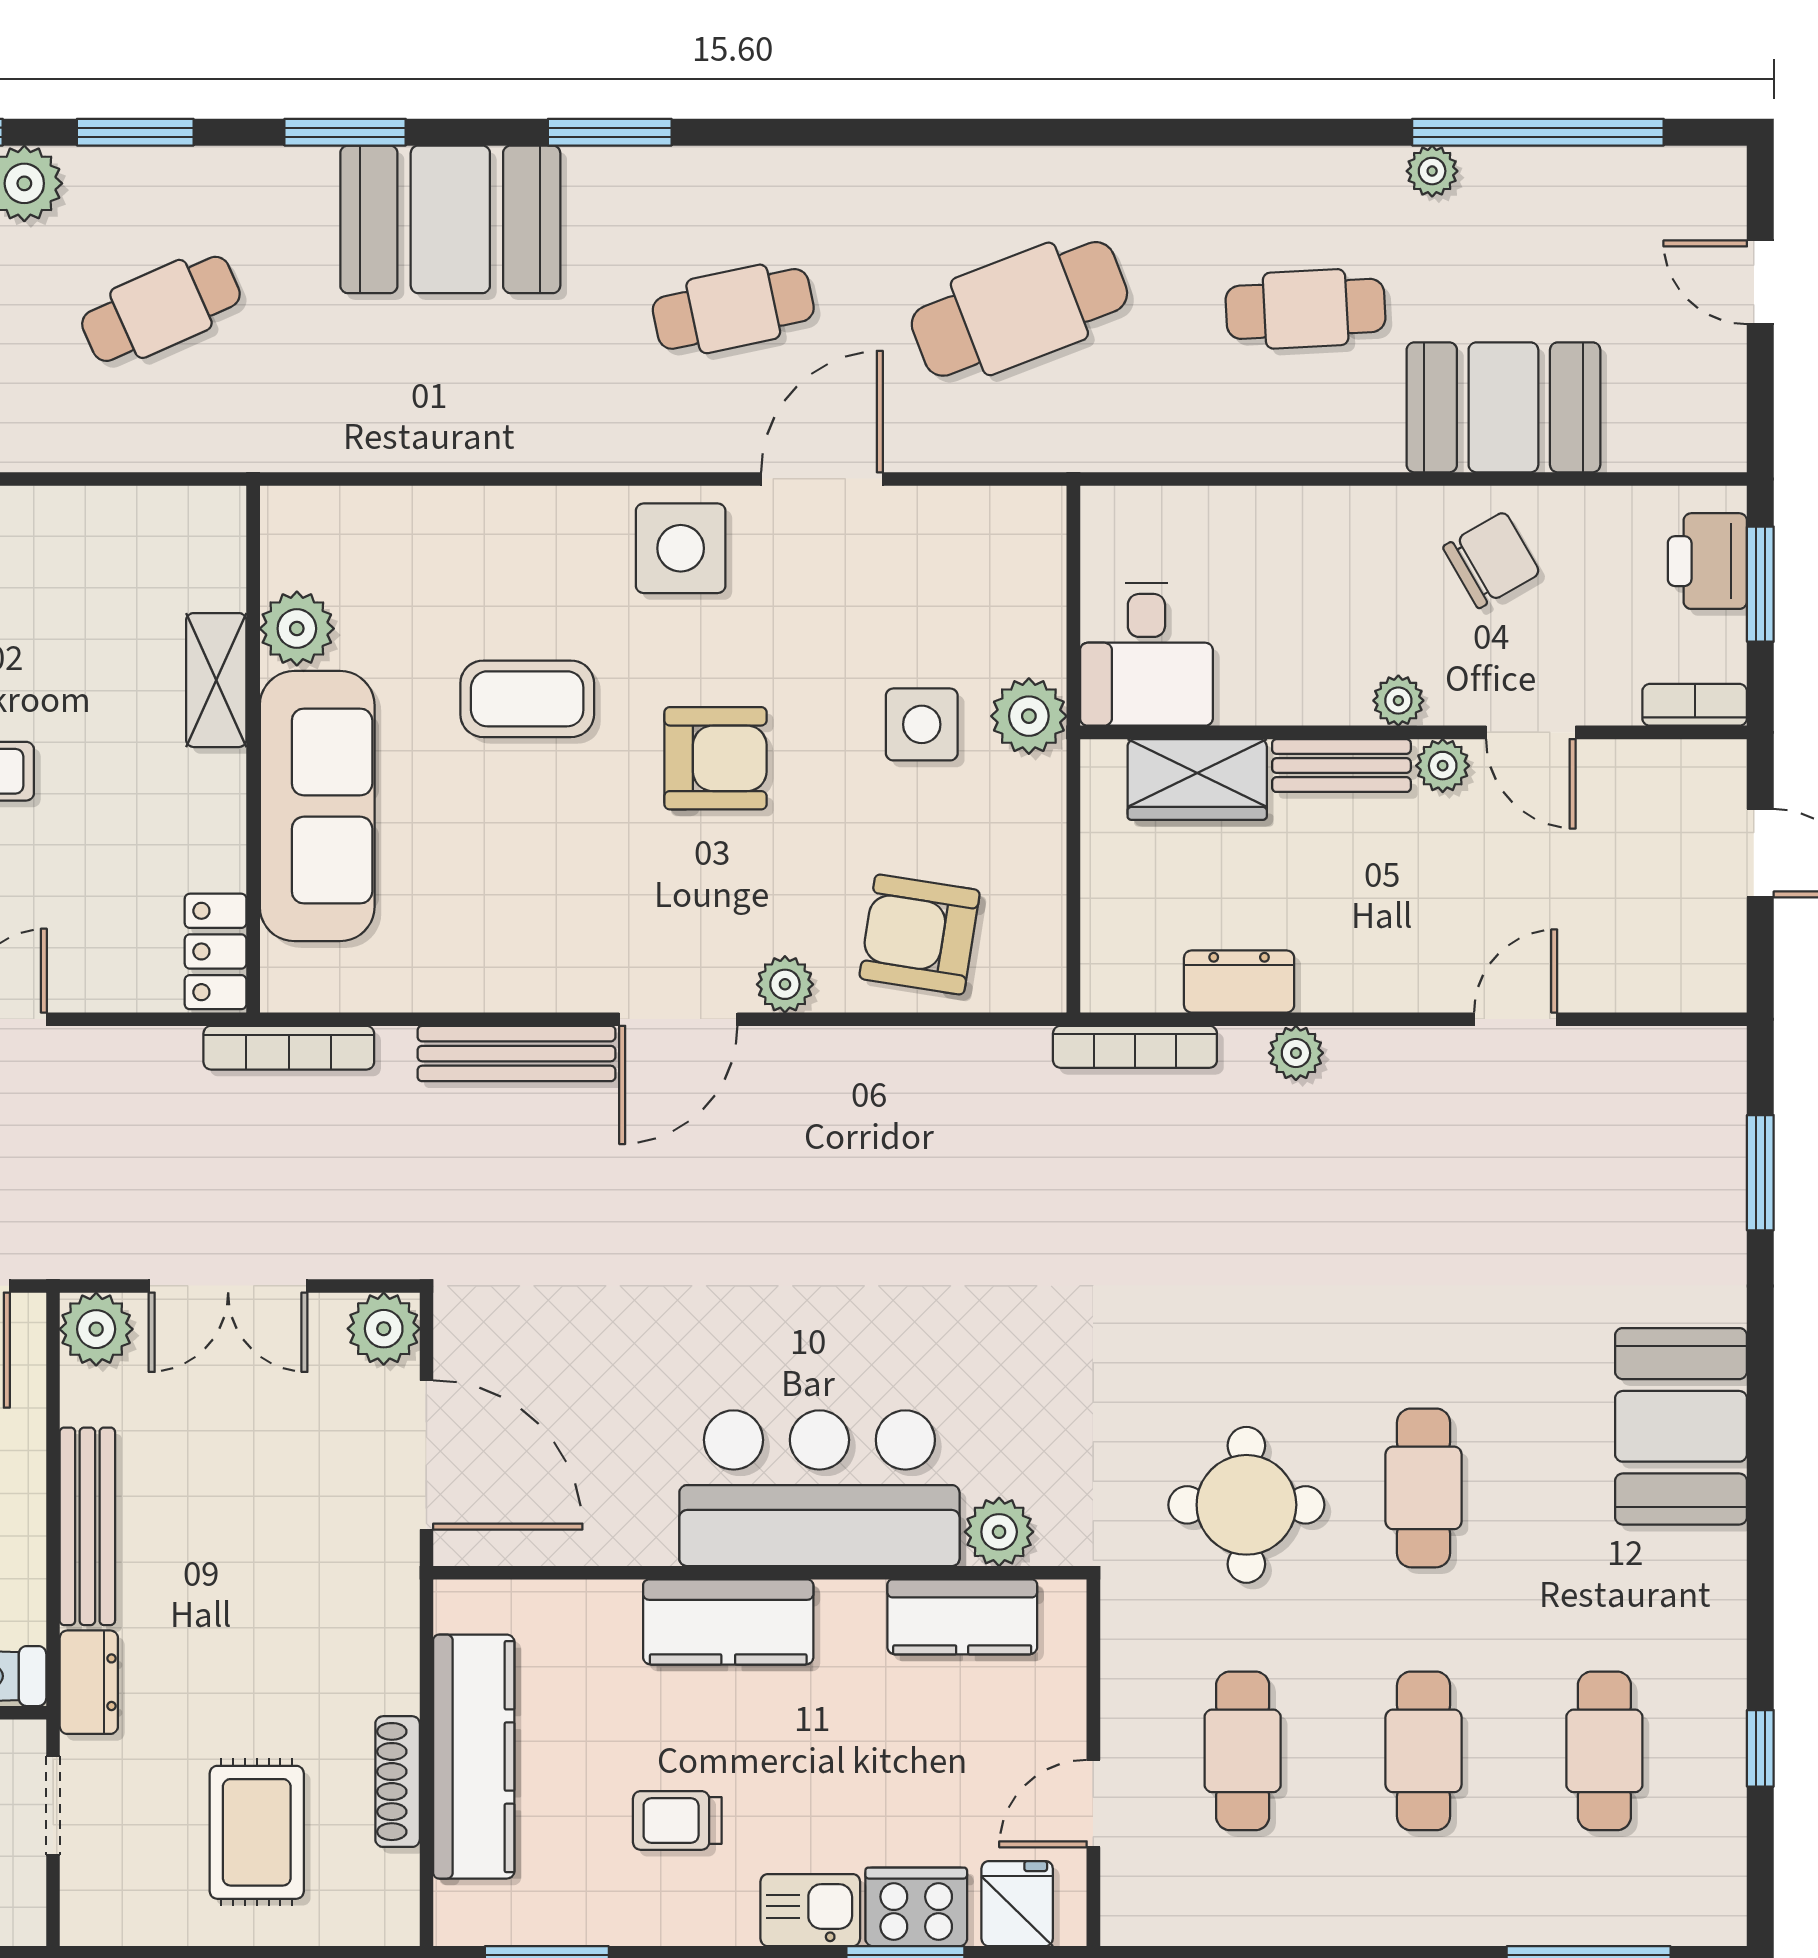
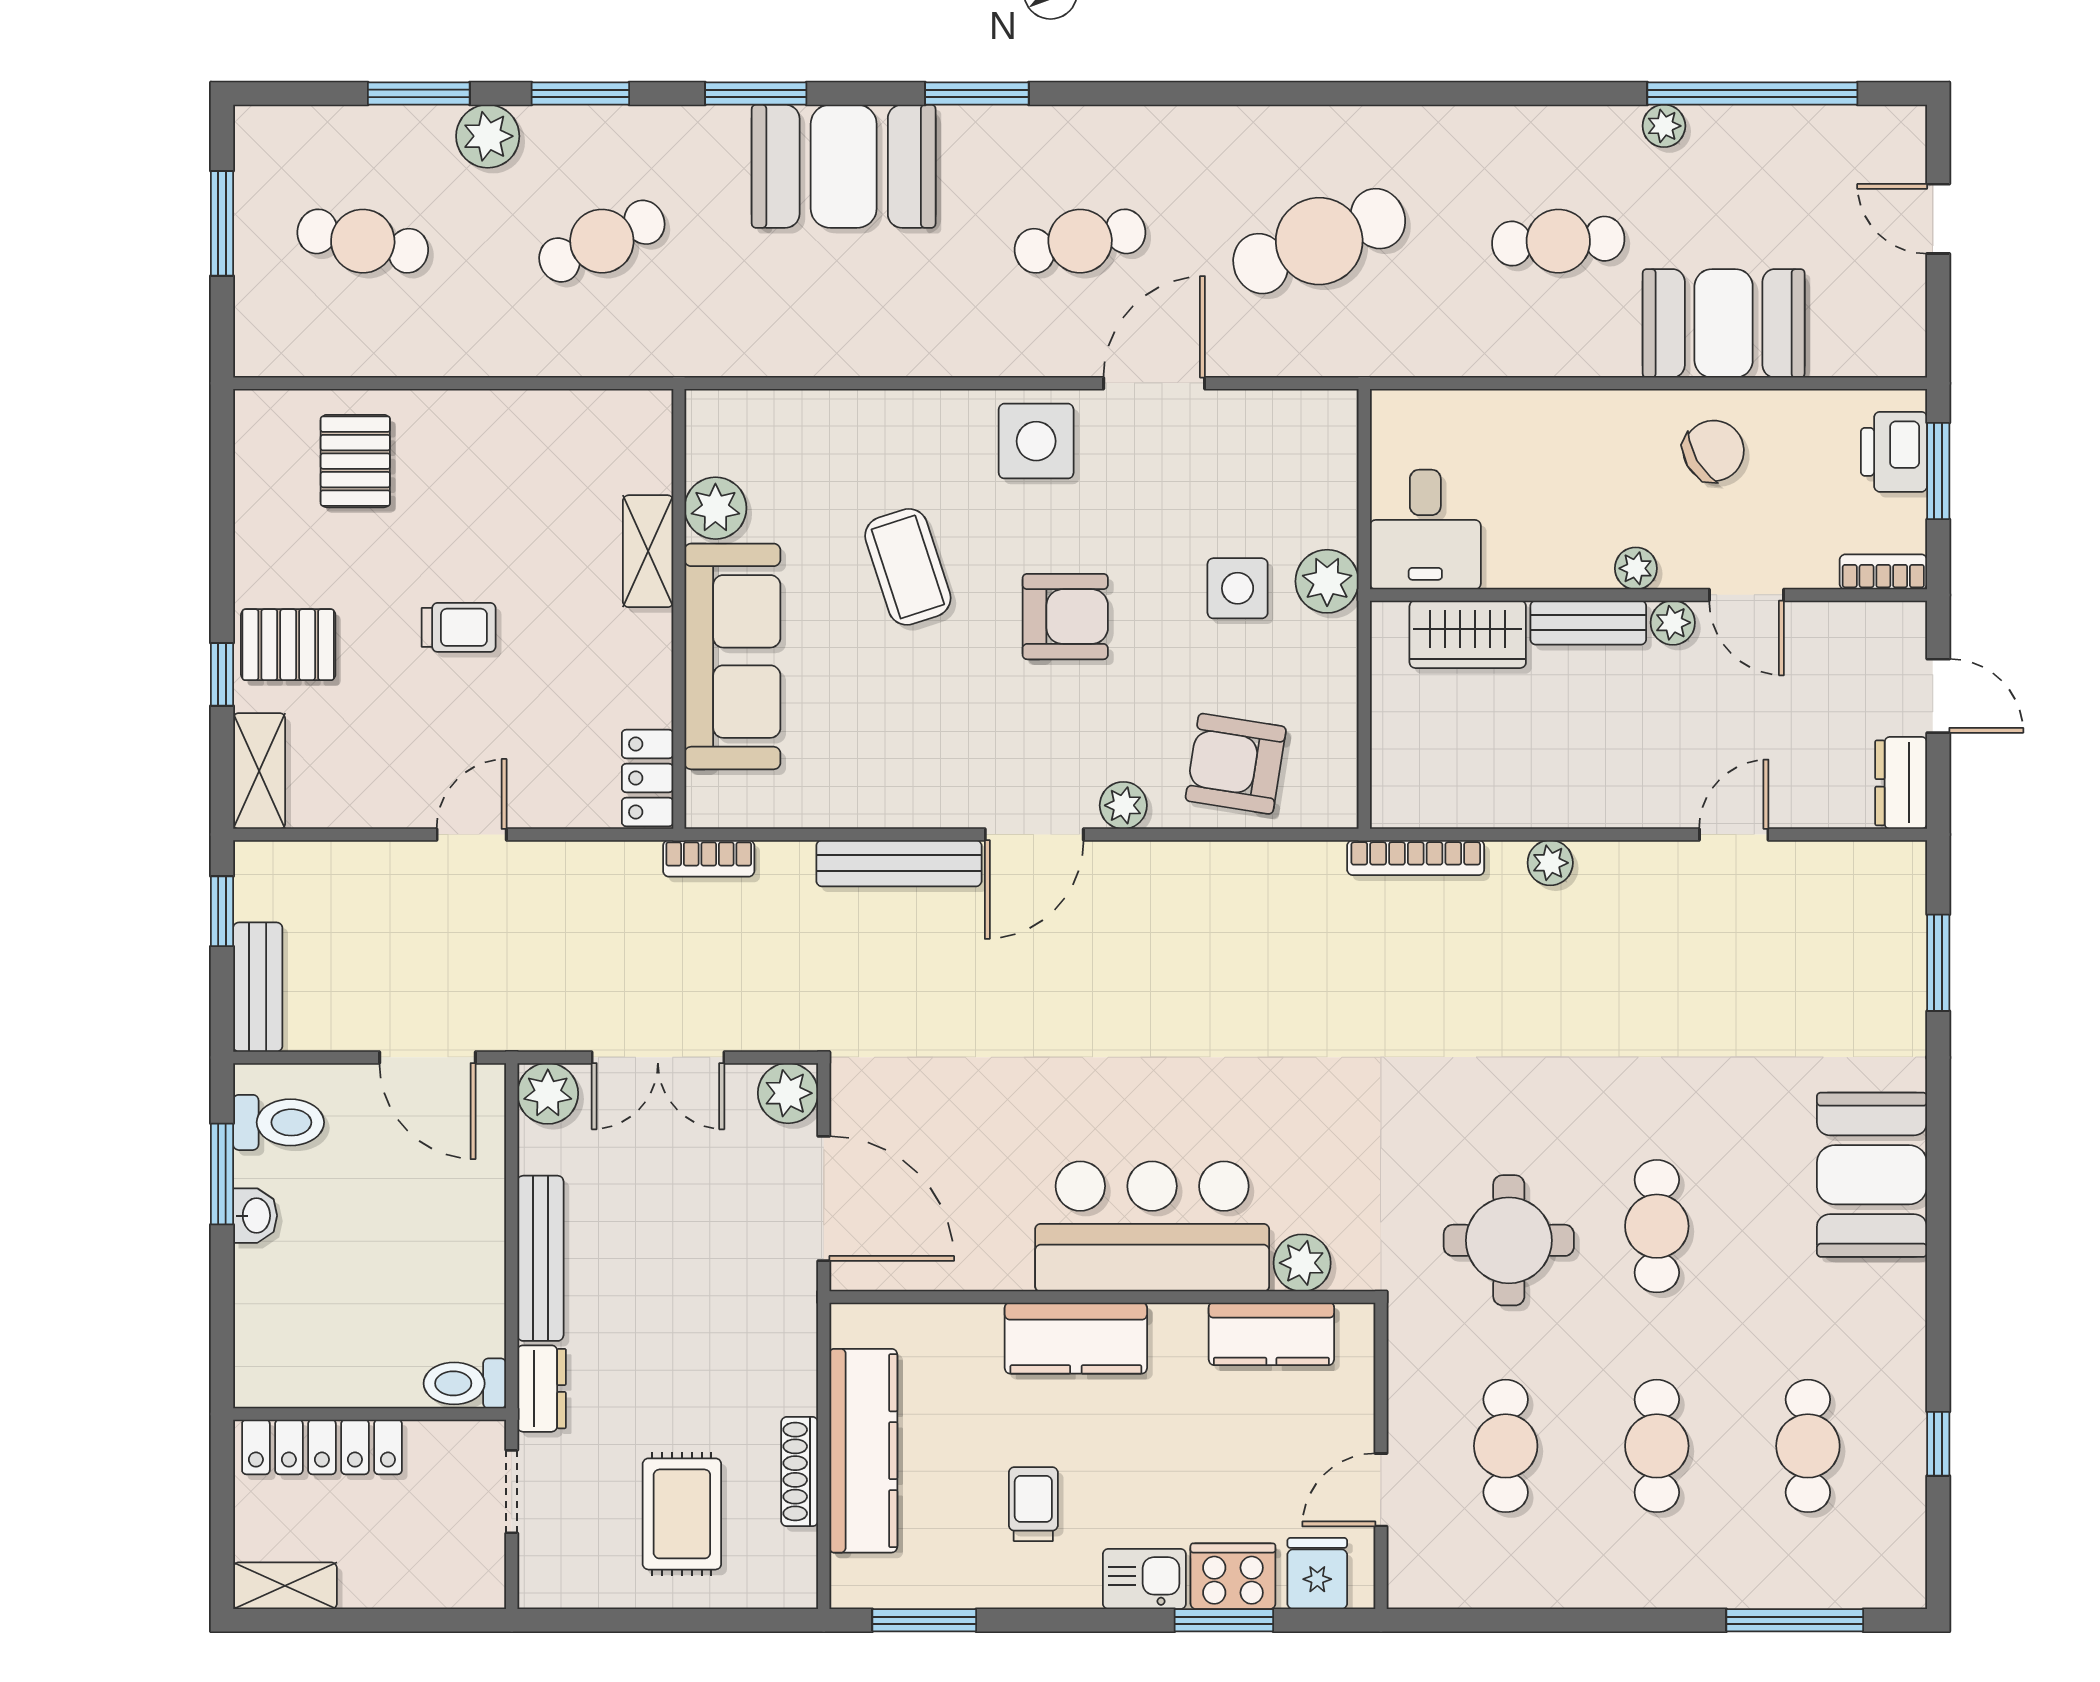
coffee table: (527, 699) -> (908, 567), turned 72
dresser: (1239, 981) -> (1901, 783), moved, turned -90
bookcase: (289, 1048) -> (709, 858), width x0.64
trolley: (677, 1820) -> (1033, 1504), turned 90

